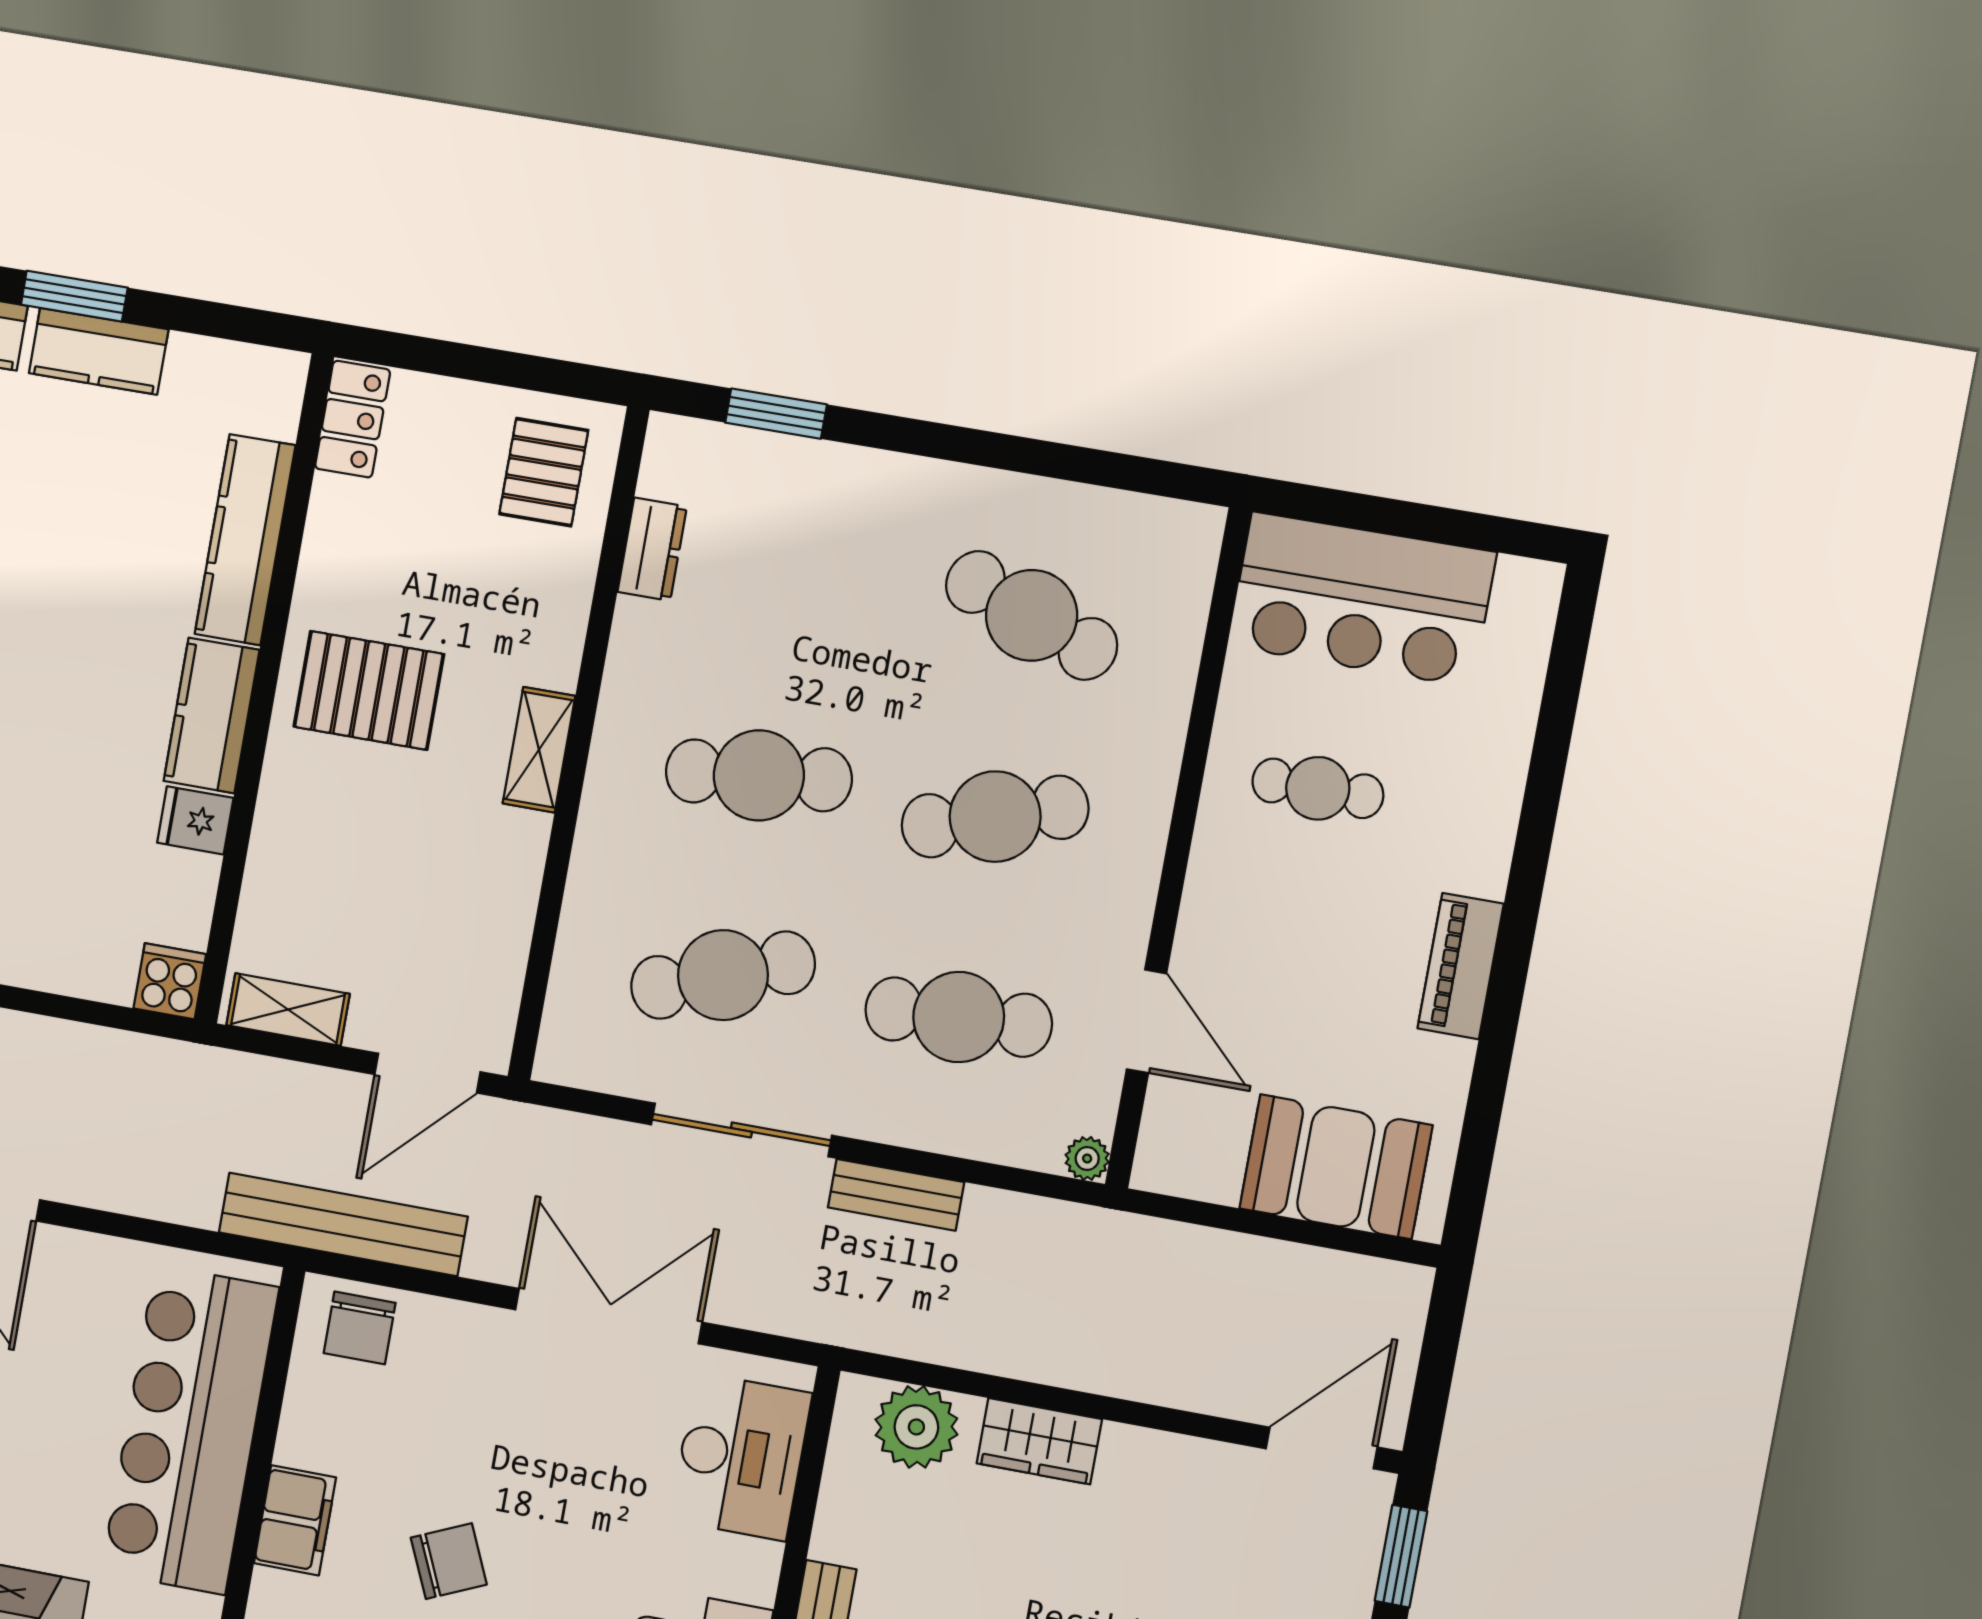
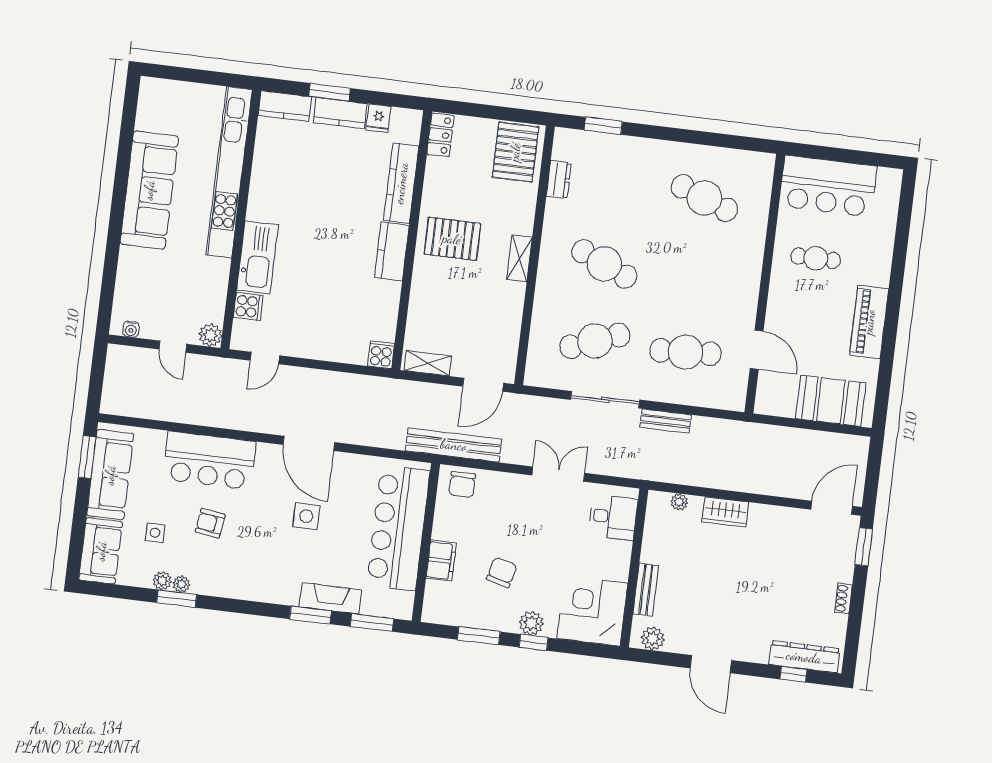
pallet: (544, 472) -> (515, 152), width x1.50, depth x1.42
cafe table: (759, 775) -> (604, 264), turned 30
cafe table: (995, 817) -> (695, 275), removed
fridge: (195, 820) -> (378, 118), moved, turned -90
piano: (1461, 966) -> (869, 322), width x1.37, depth x1.33
plant: (1087, 1159) -> (737, 403), removed
double door: (609, 1316) -> (558, 474), width x0.73
plant: (916, 1427) -> (679, 502), width x0.53, depth x0.53
desk: (741, 1457) -> (613, 517), width x0.73
chair: (449, 1561) -> (502, 572), turned -51

